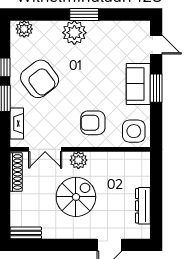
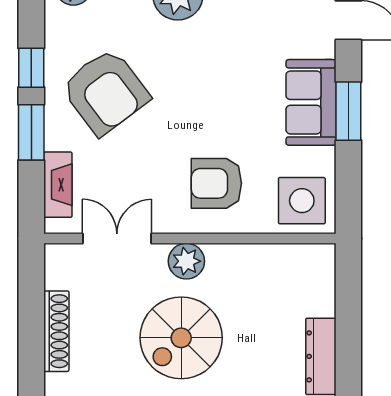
double door: (45, 149) -> (117, 238), swing flipped
shoe rack: (16, 172) -> (56, 331), moved
spiral stairs: (76, 197) -> (181, 338), turned 180

